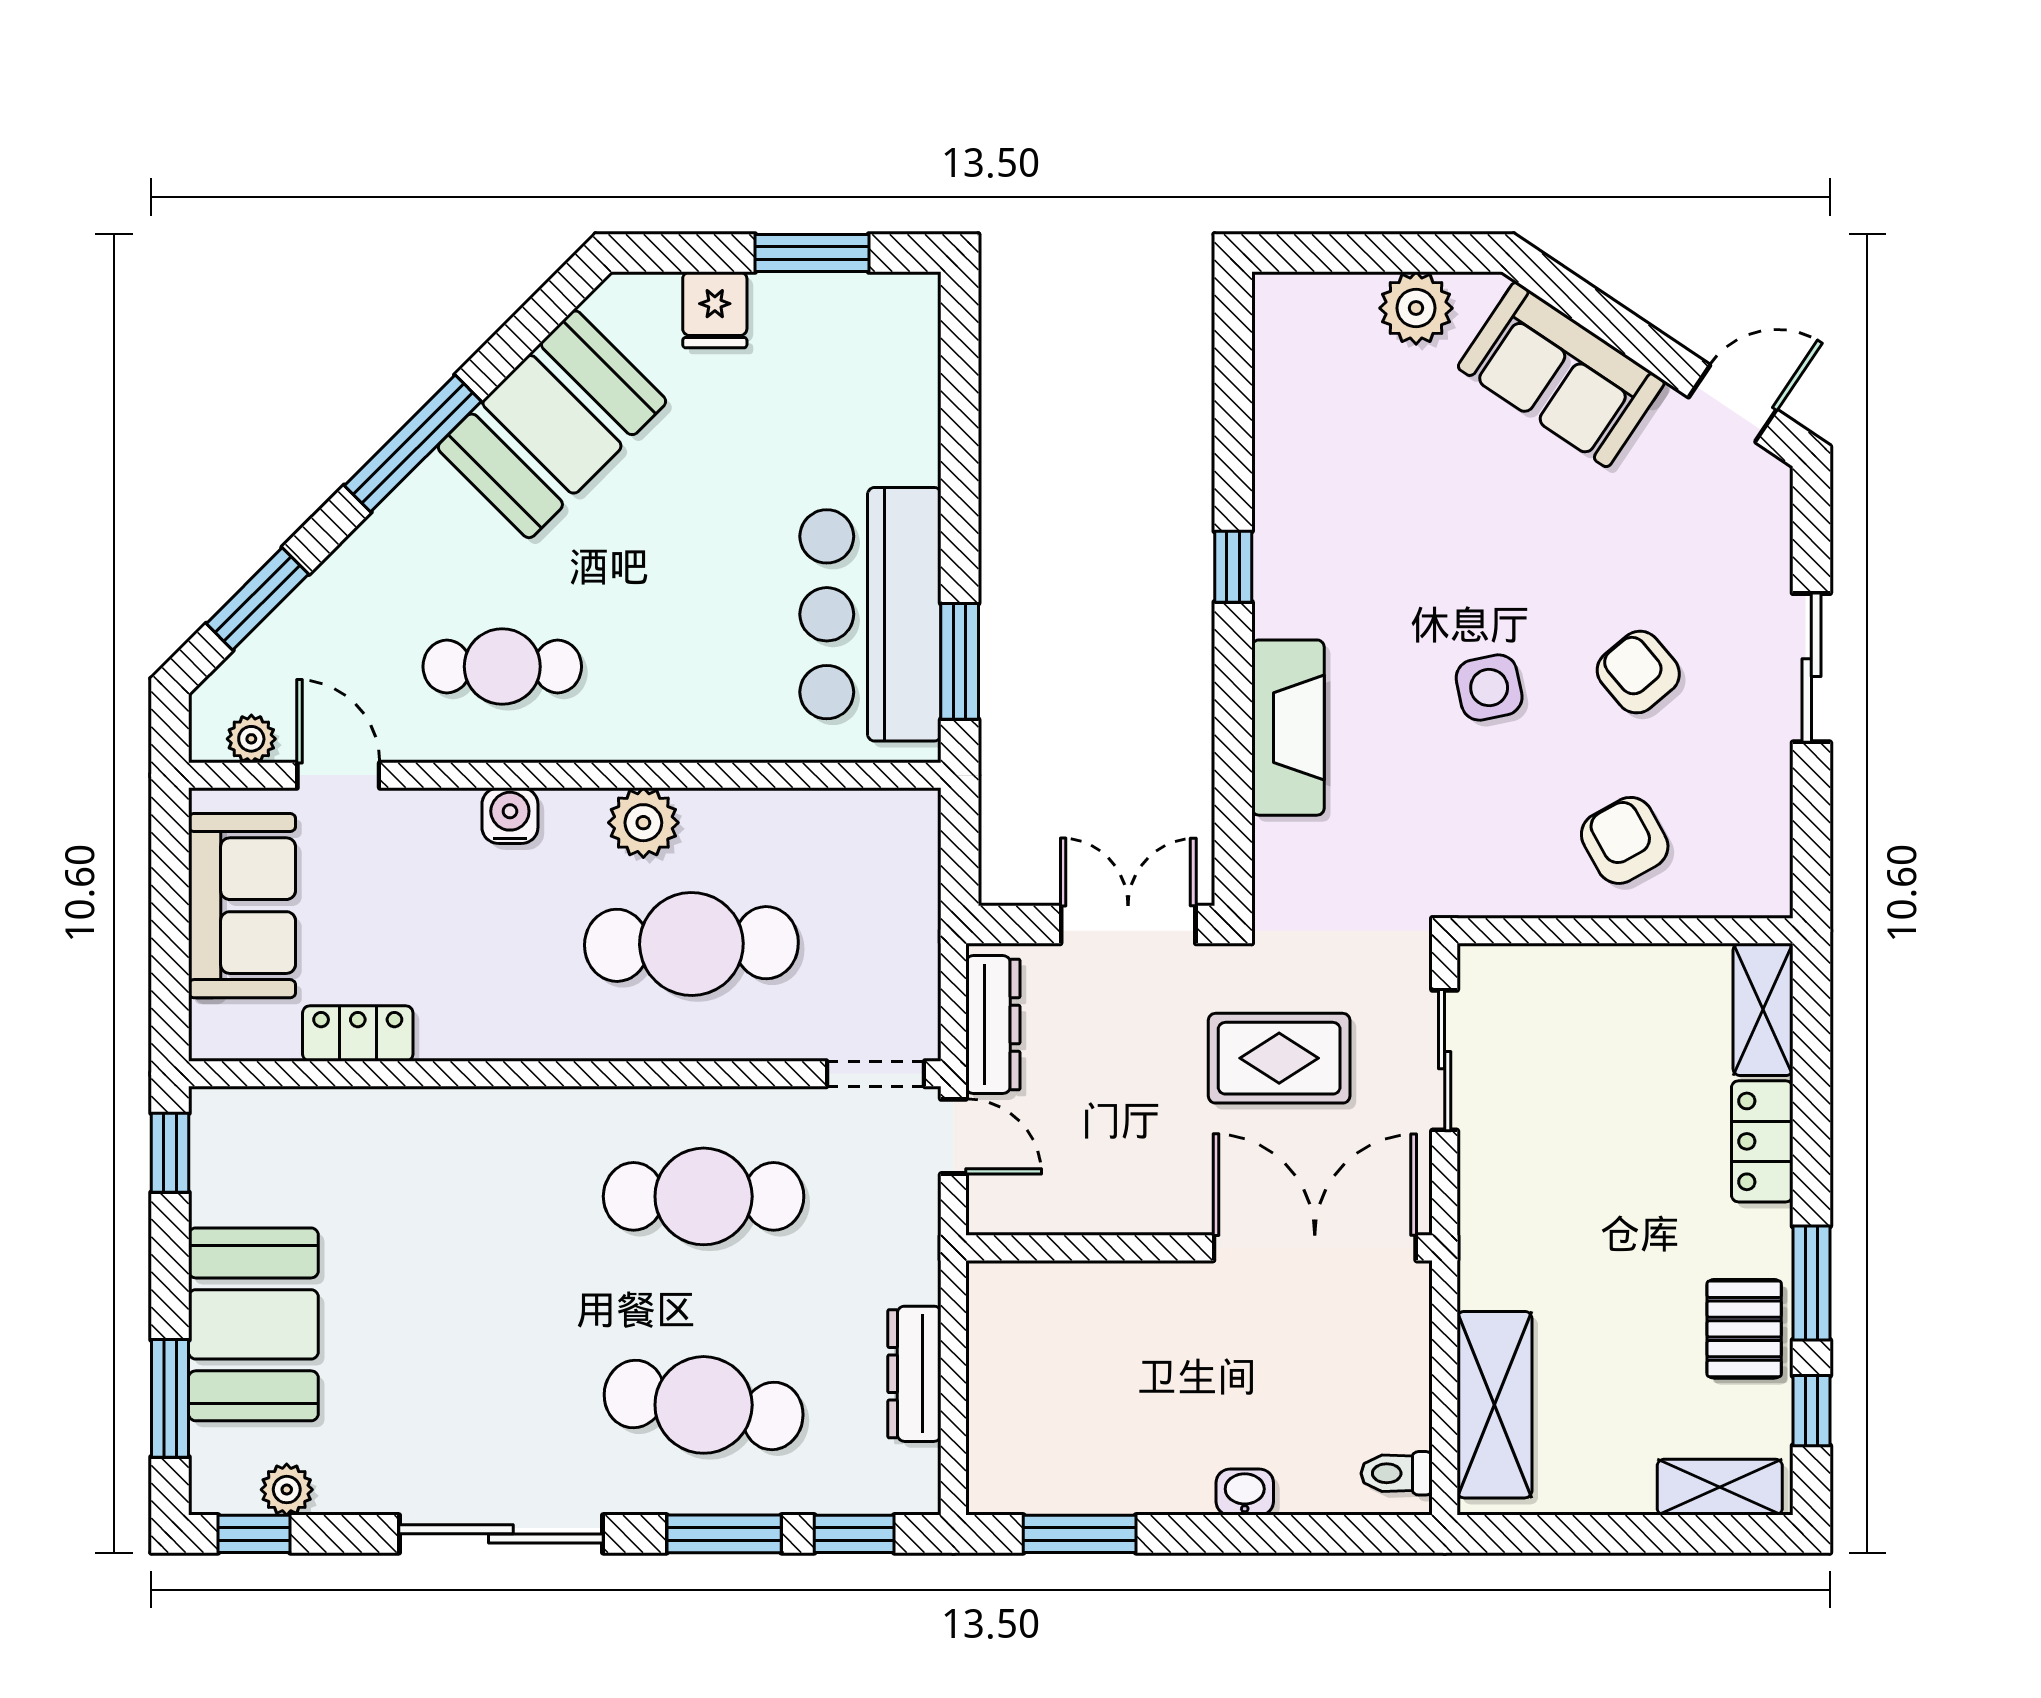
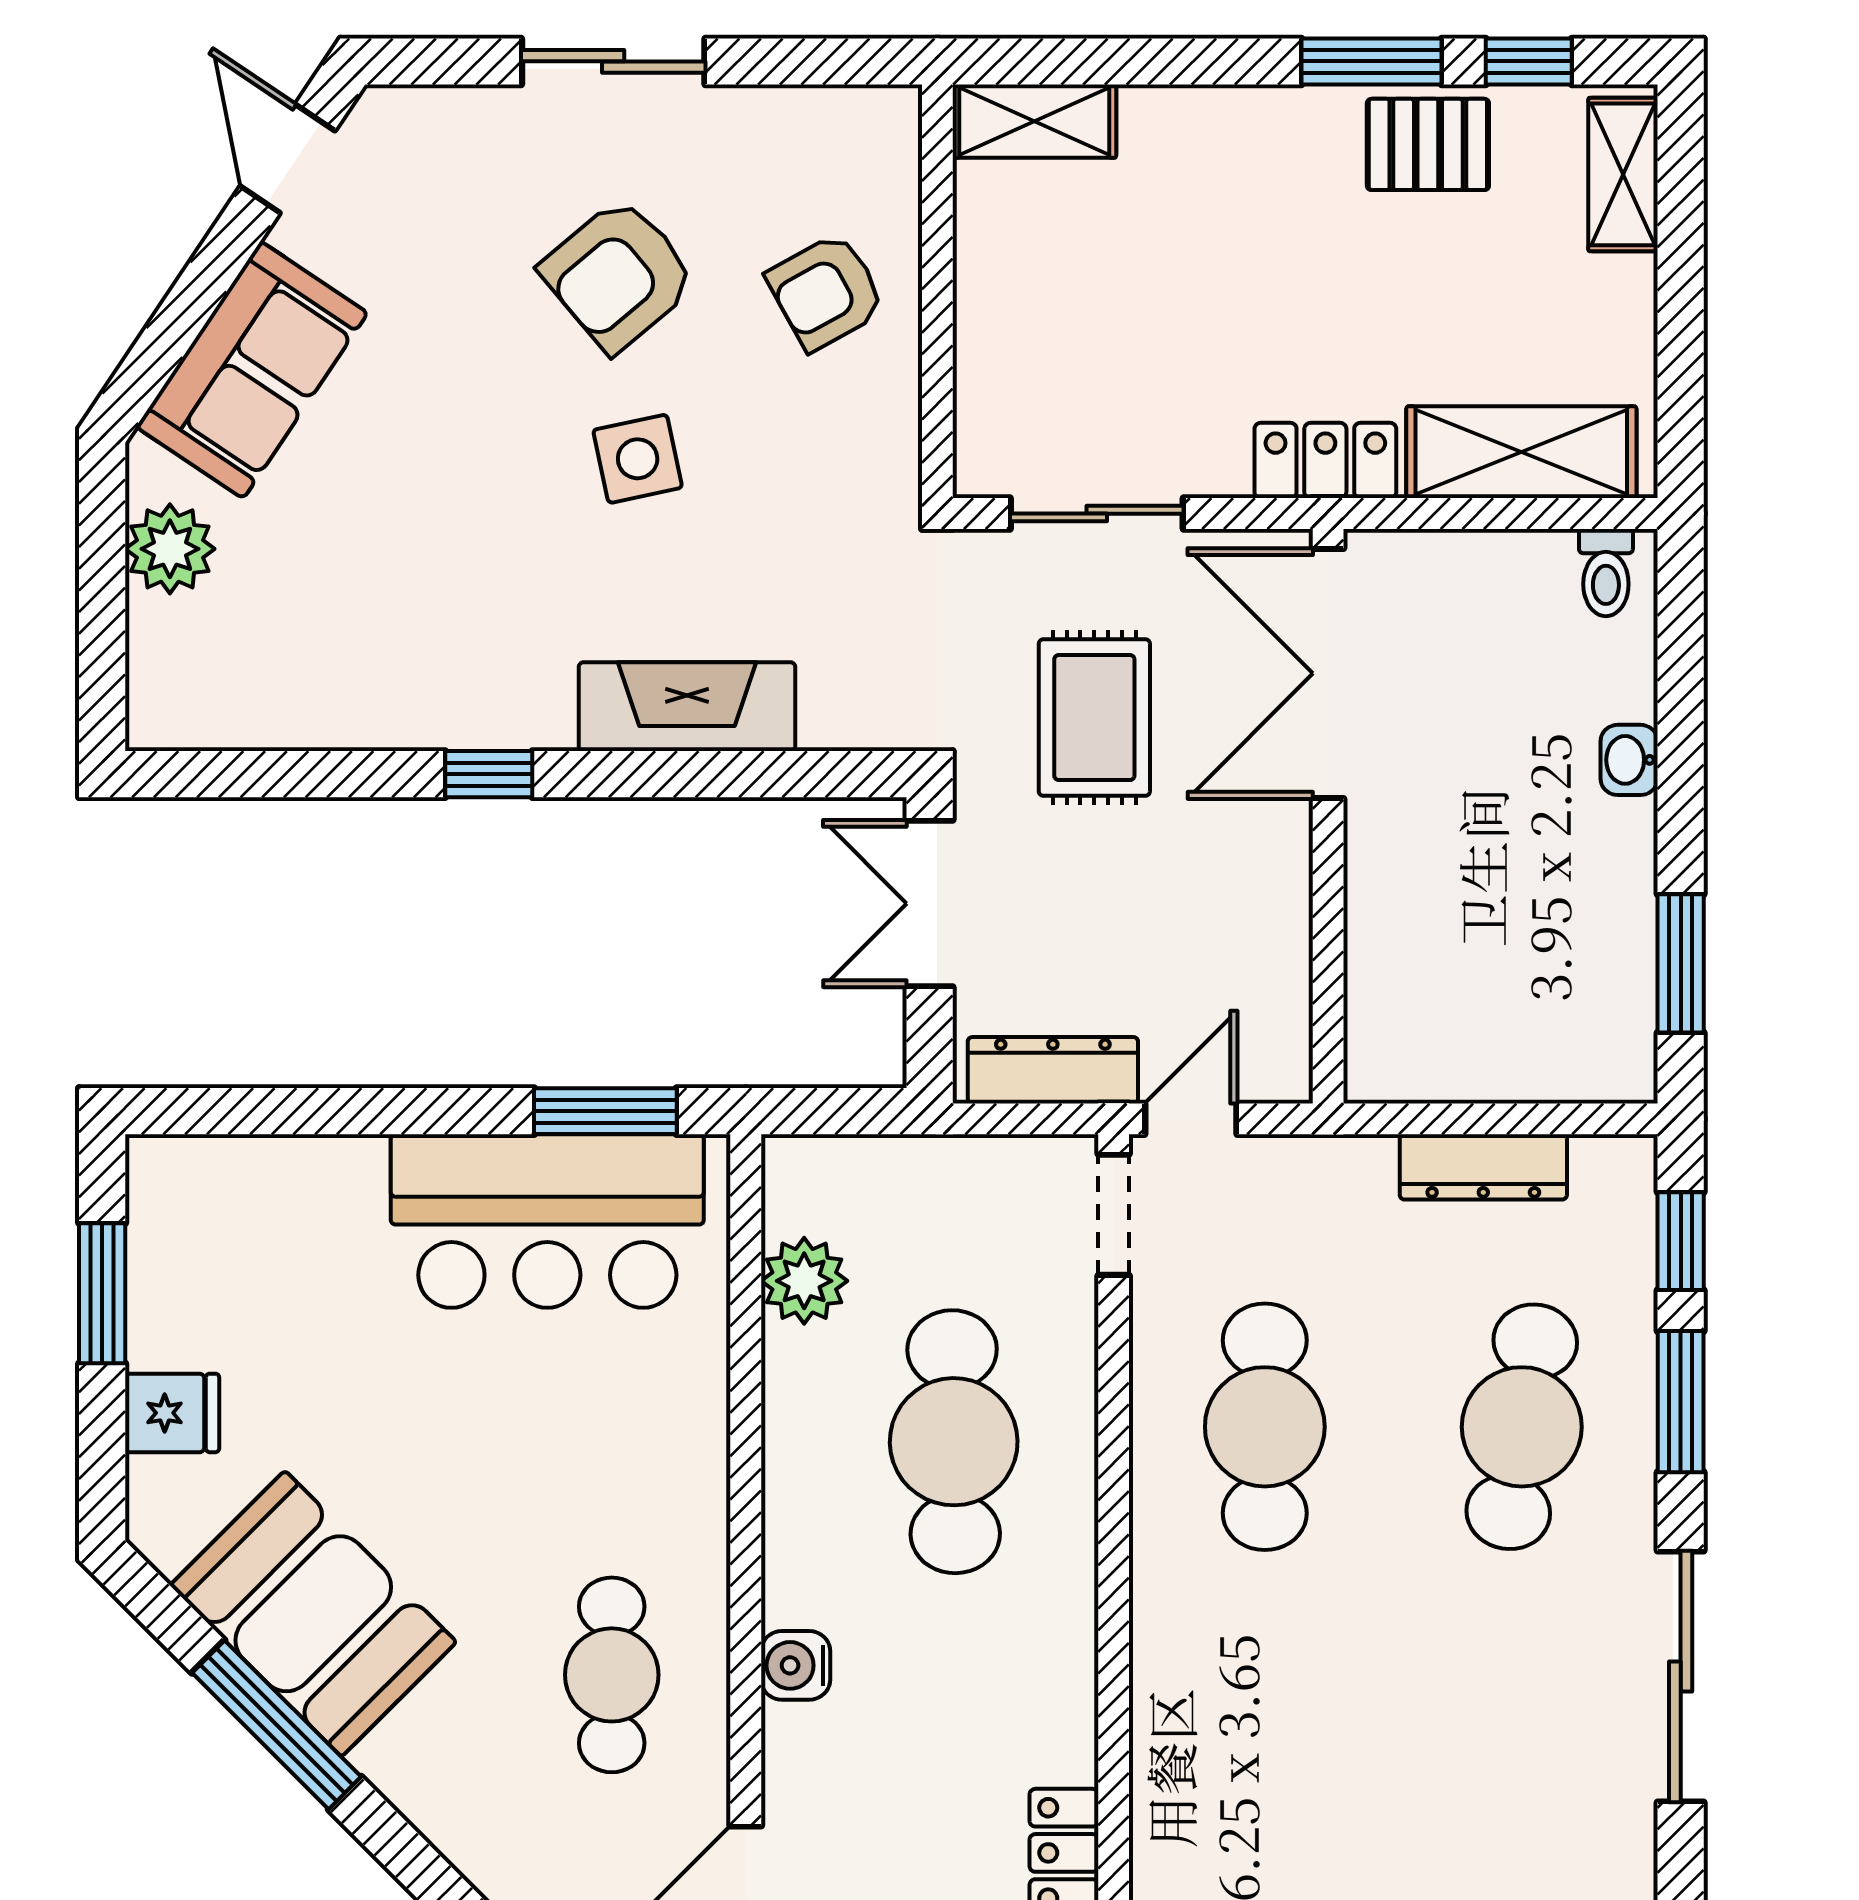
window: (413, 443) -> (277, 1725), moved
armchair: (1638, 672) -> (619, 275), width x1.38, depth x1.38
plant: (643, 823) -> (804, 1281), moved
locker: (1762, 1141) -> (1325, 460), moved, turned 180

